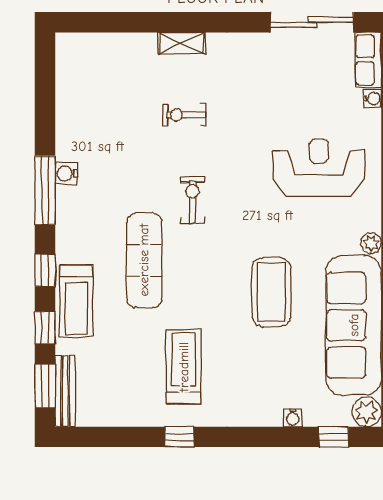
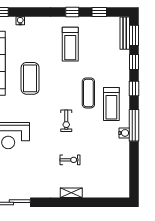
exercise mat: (144, 260) -> (88, 93), width x0.73, depth x0.69
treadmill: (76, 301) -> (111, 104), moved, turned 180
window: (121, 437) -> (99, 12), added

